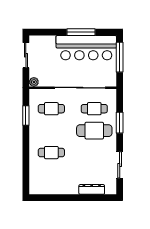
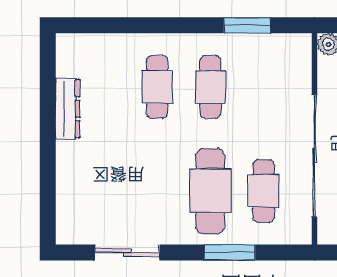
cafe table: (51, 109) -> (210, 87), moved
dresser: (92, 189) -> (68, 109), moved

